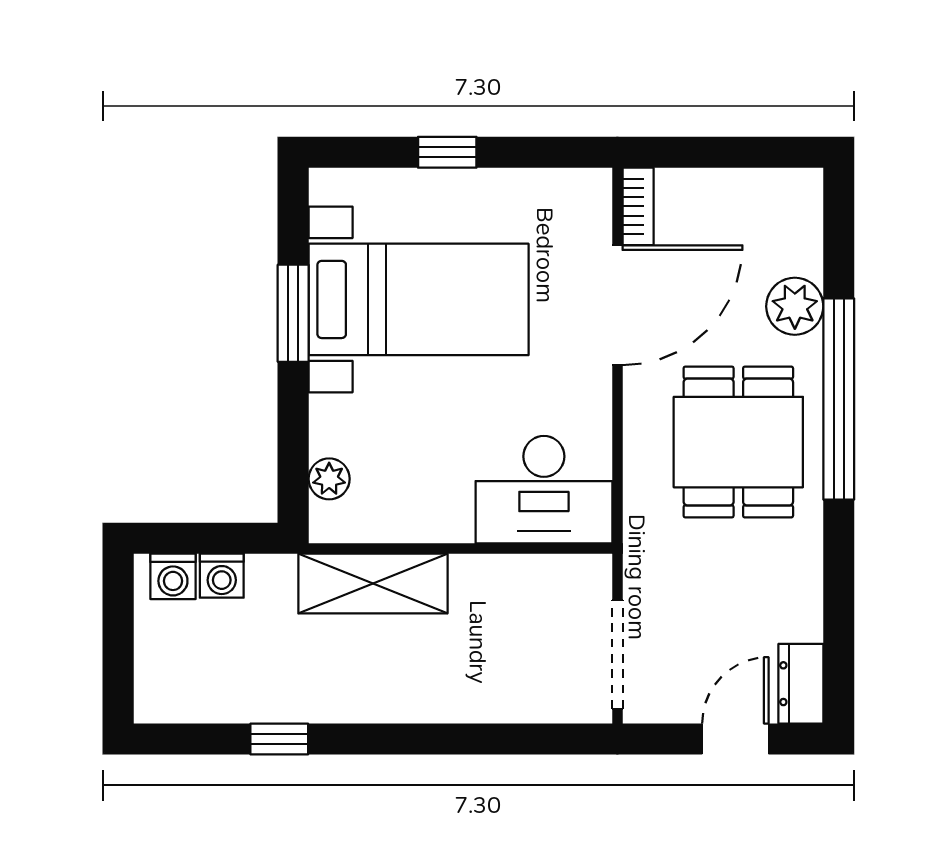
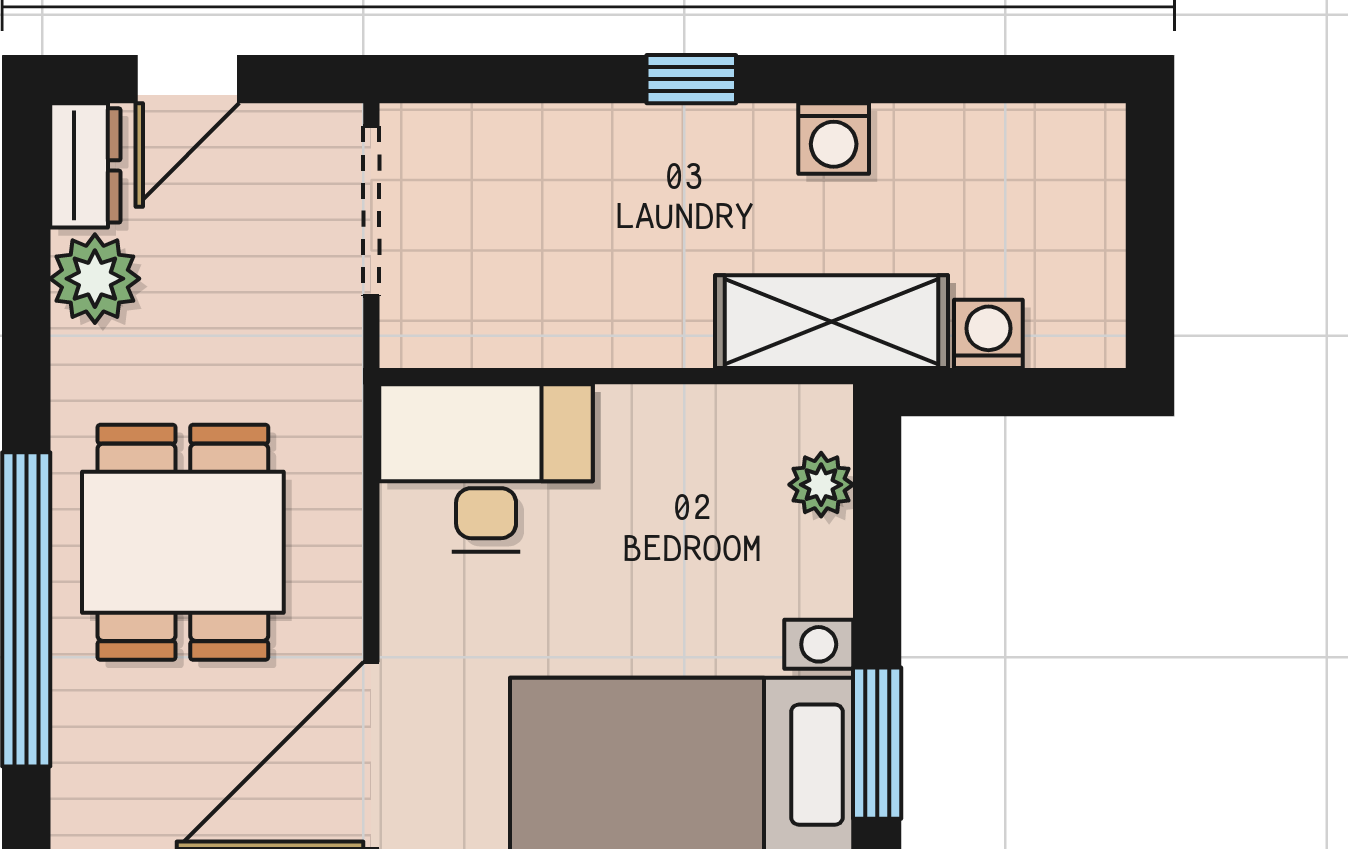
plant: (795, 306) -> (95, 279), moved
washing machine: (173, 576) -> (834, 139), moved, turned 180
shelving: (373, 584) -> (832, 322), moved
window: (279, 739) -> (691, 79), moved

